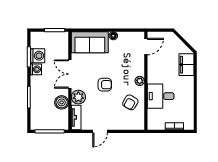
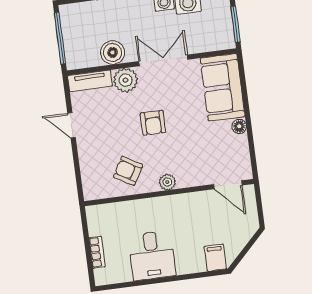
filing cabinet: (186, 65) -> (215, 258), width x0.50
desk: (161, 96) -> (152, 256), moved, turned 180

